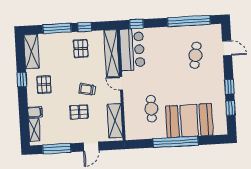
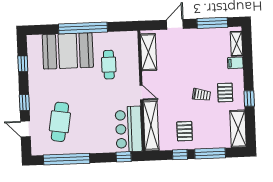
cafe table: (196, 55) -> (60, 122), width x1.37, depth x1.35
window: (229, 87) -> (24, 102), moved
trolley: (87, 89) -> (201, 95), moved
pallet: (79, 112) -> (188, 62), removed

